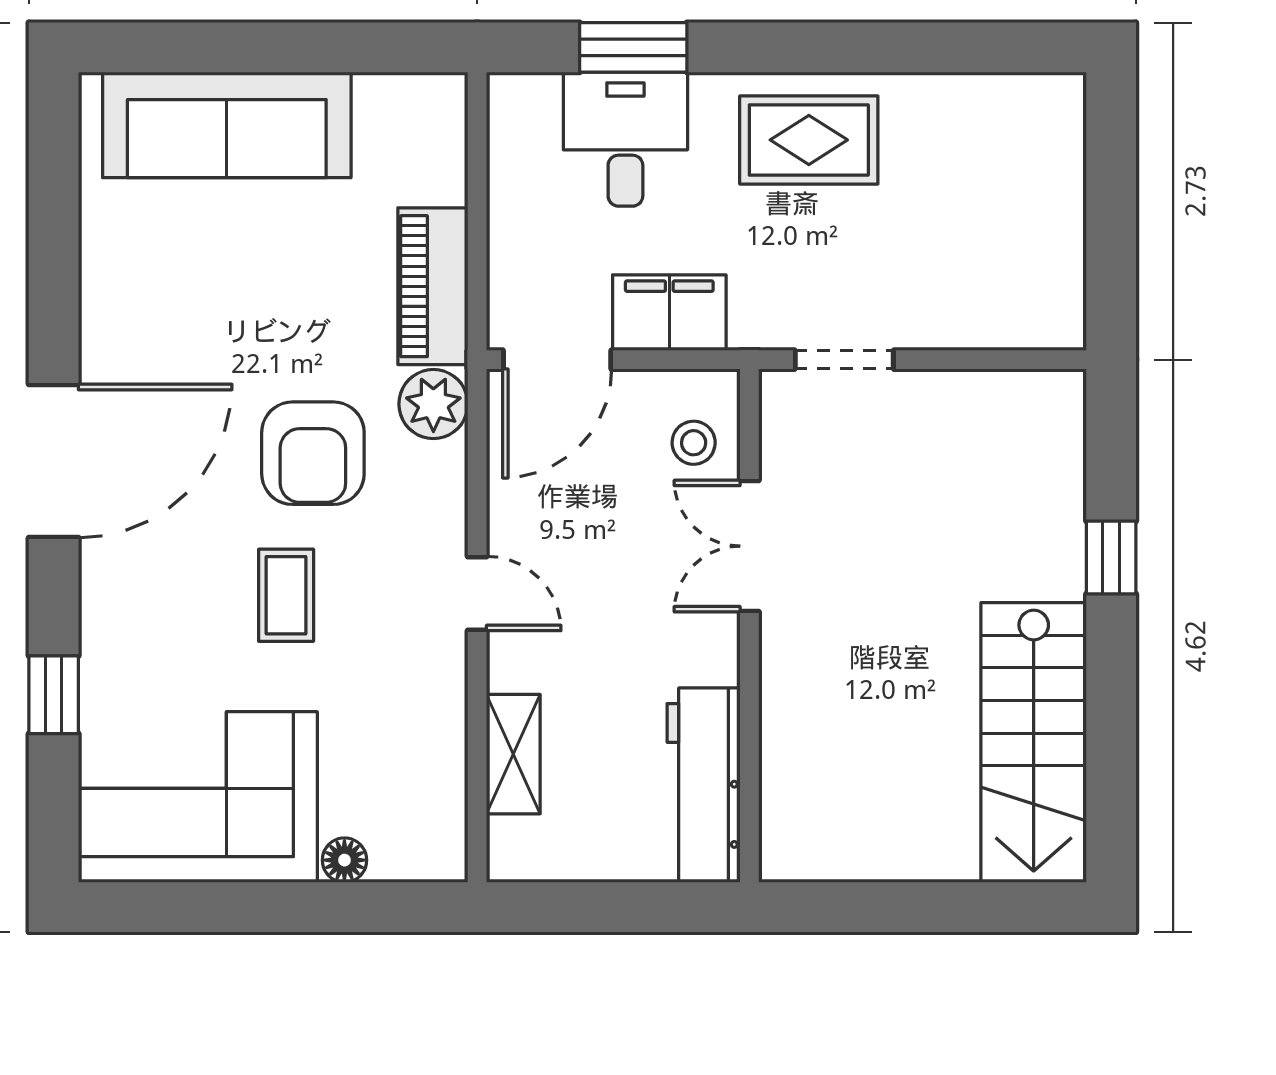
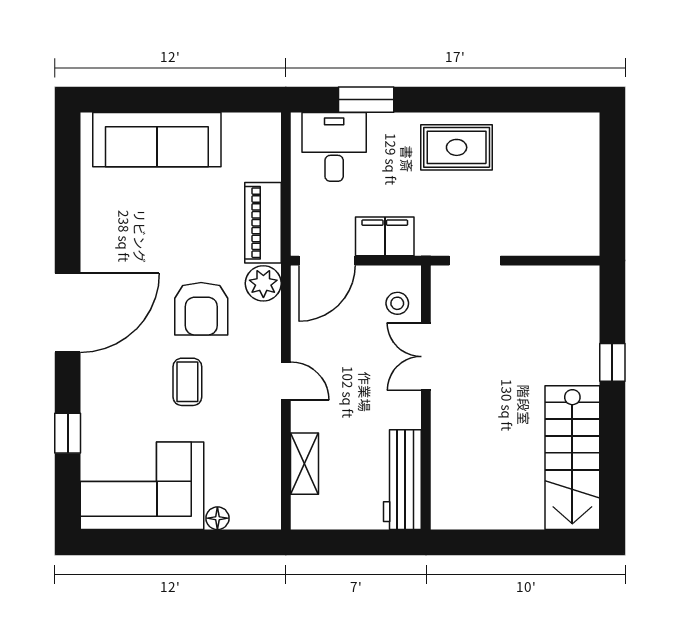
desk: (625, 139) -> (334, 147), moved

